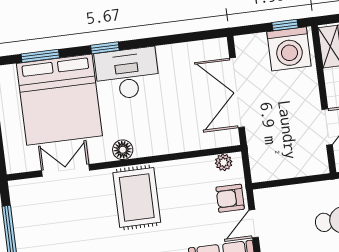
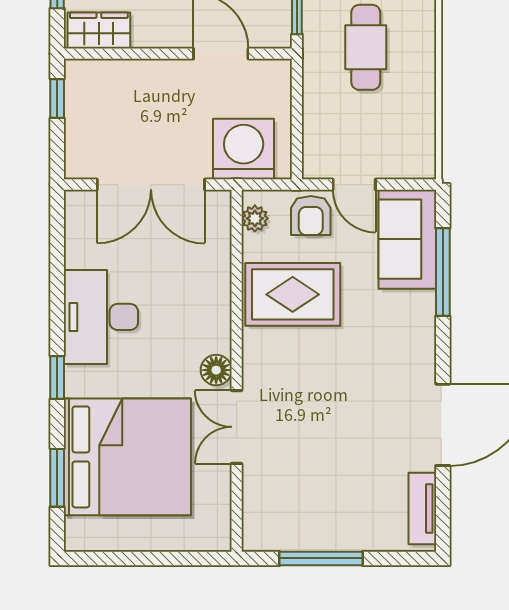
washing machine: (289, 49) -> (244, 149), moved, turned -90
desk: (127, 74) -> (101, 317), moved
double door: (66, 170) -> (237, 427), moved
rug: (137, 197) -> (293, 294), moved

